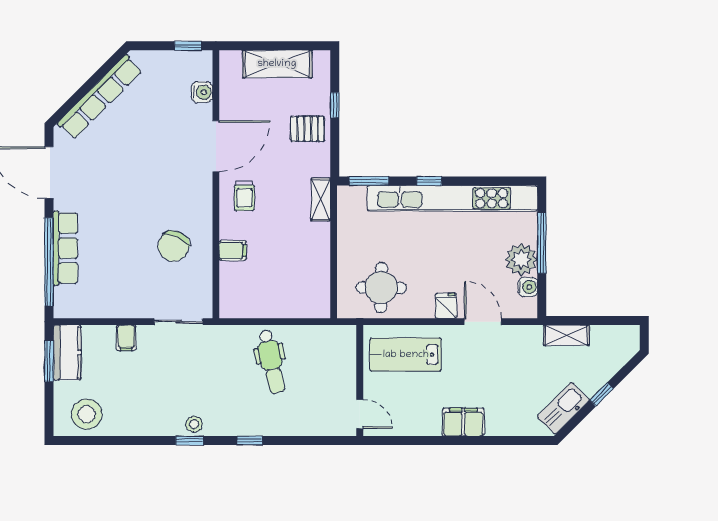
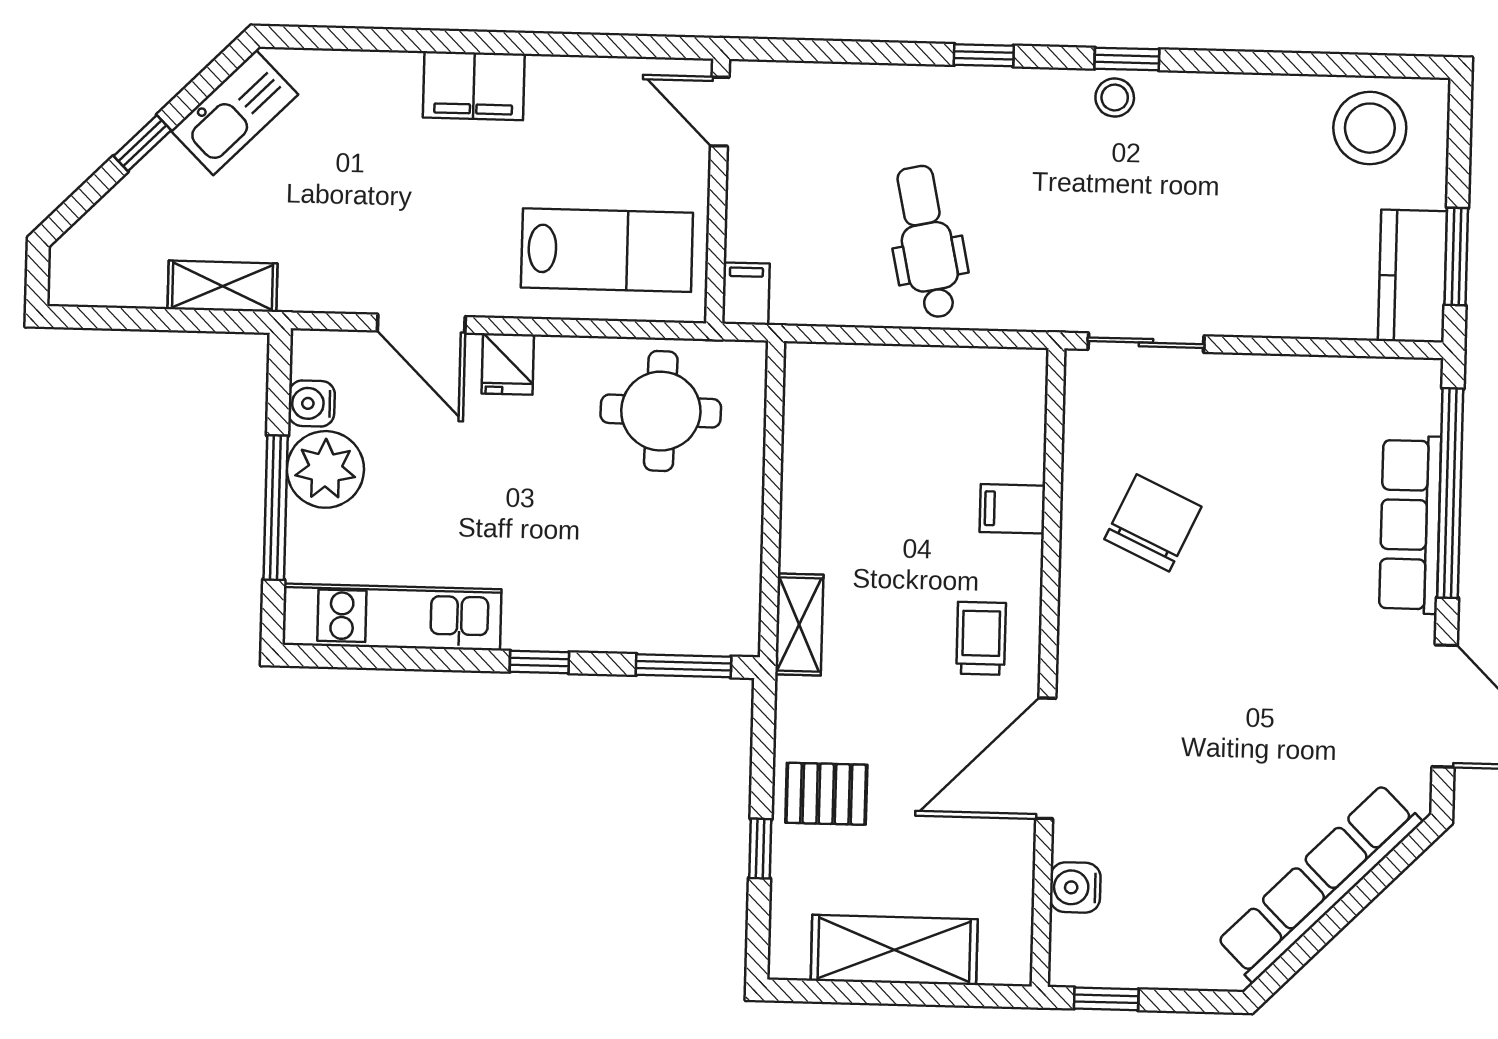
kitchen unit: (453, 198) -> (392, 617), width x0.54
filing cabinet: (126, 338) -> (746, 294), moved

